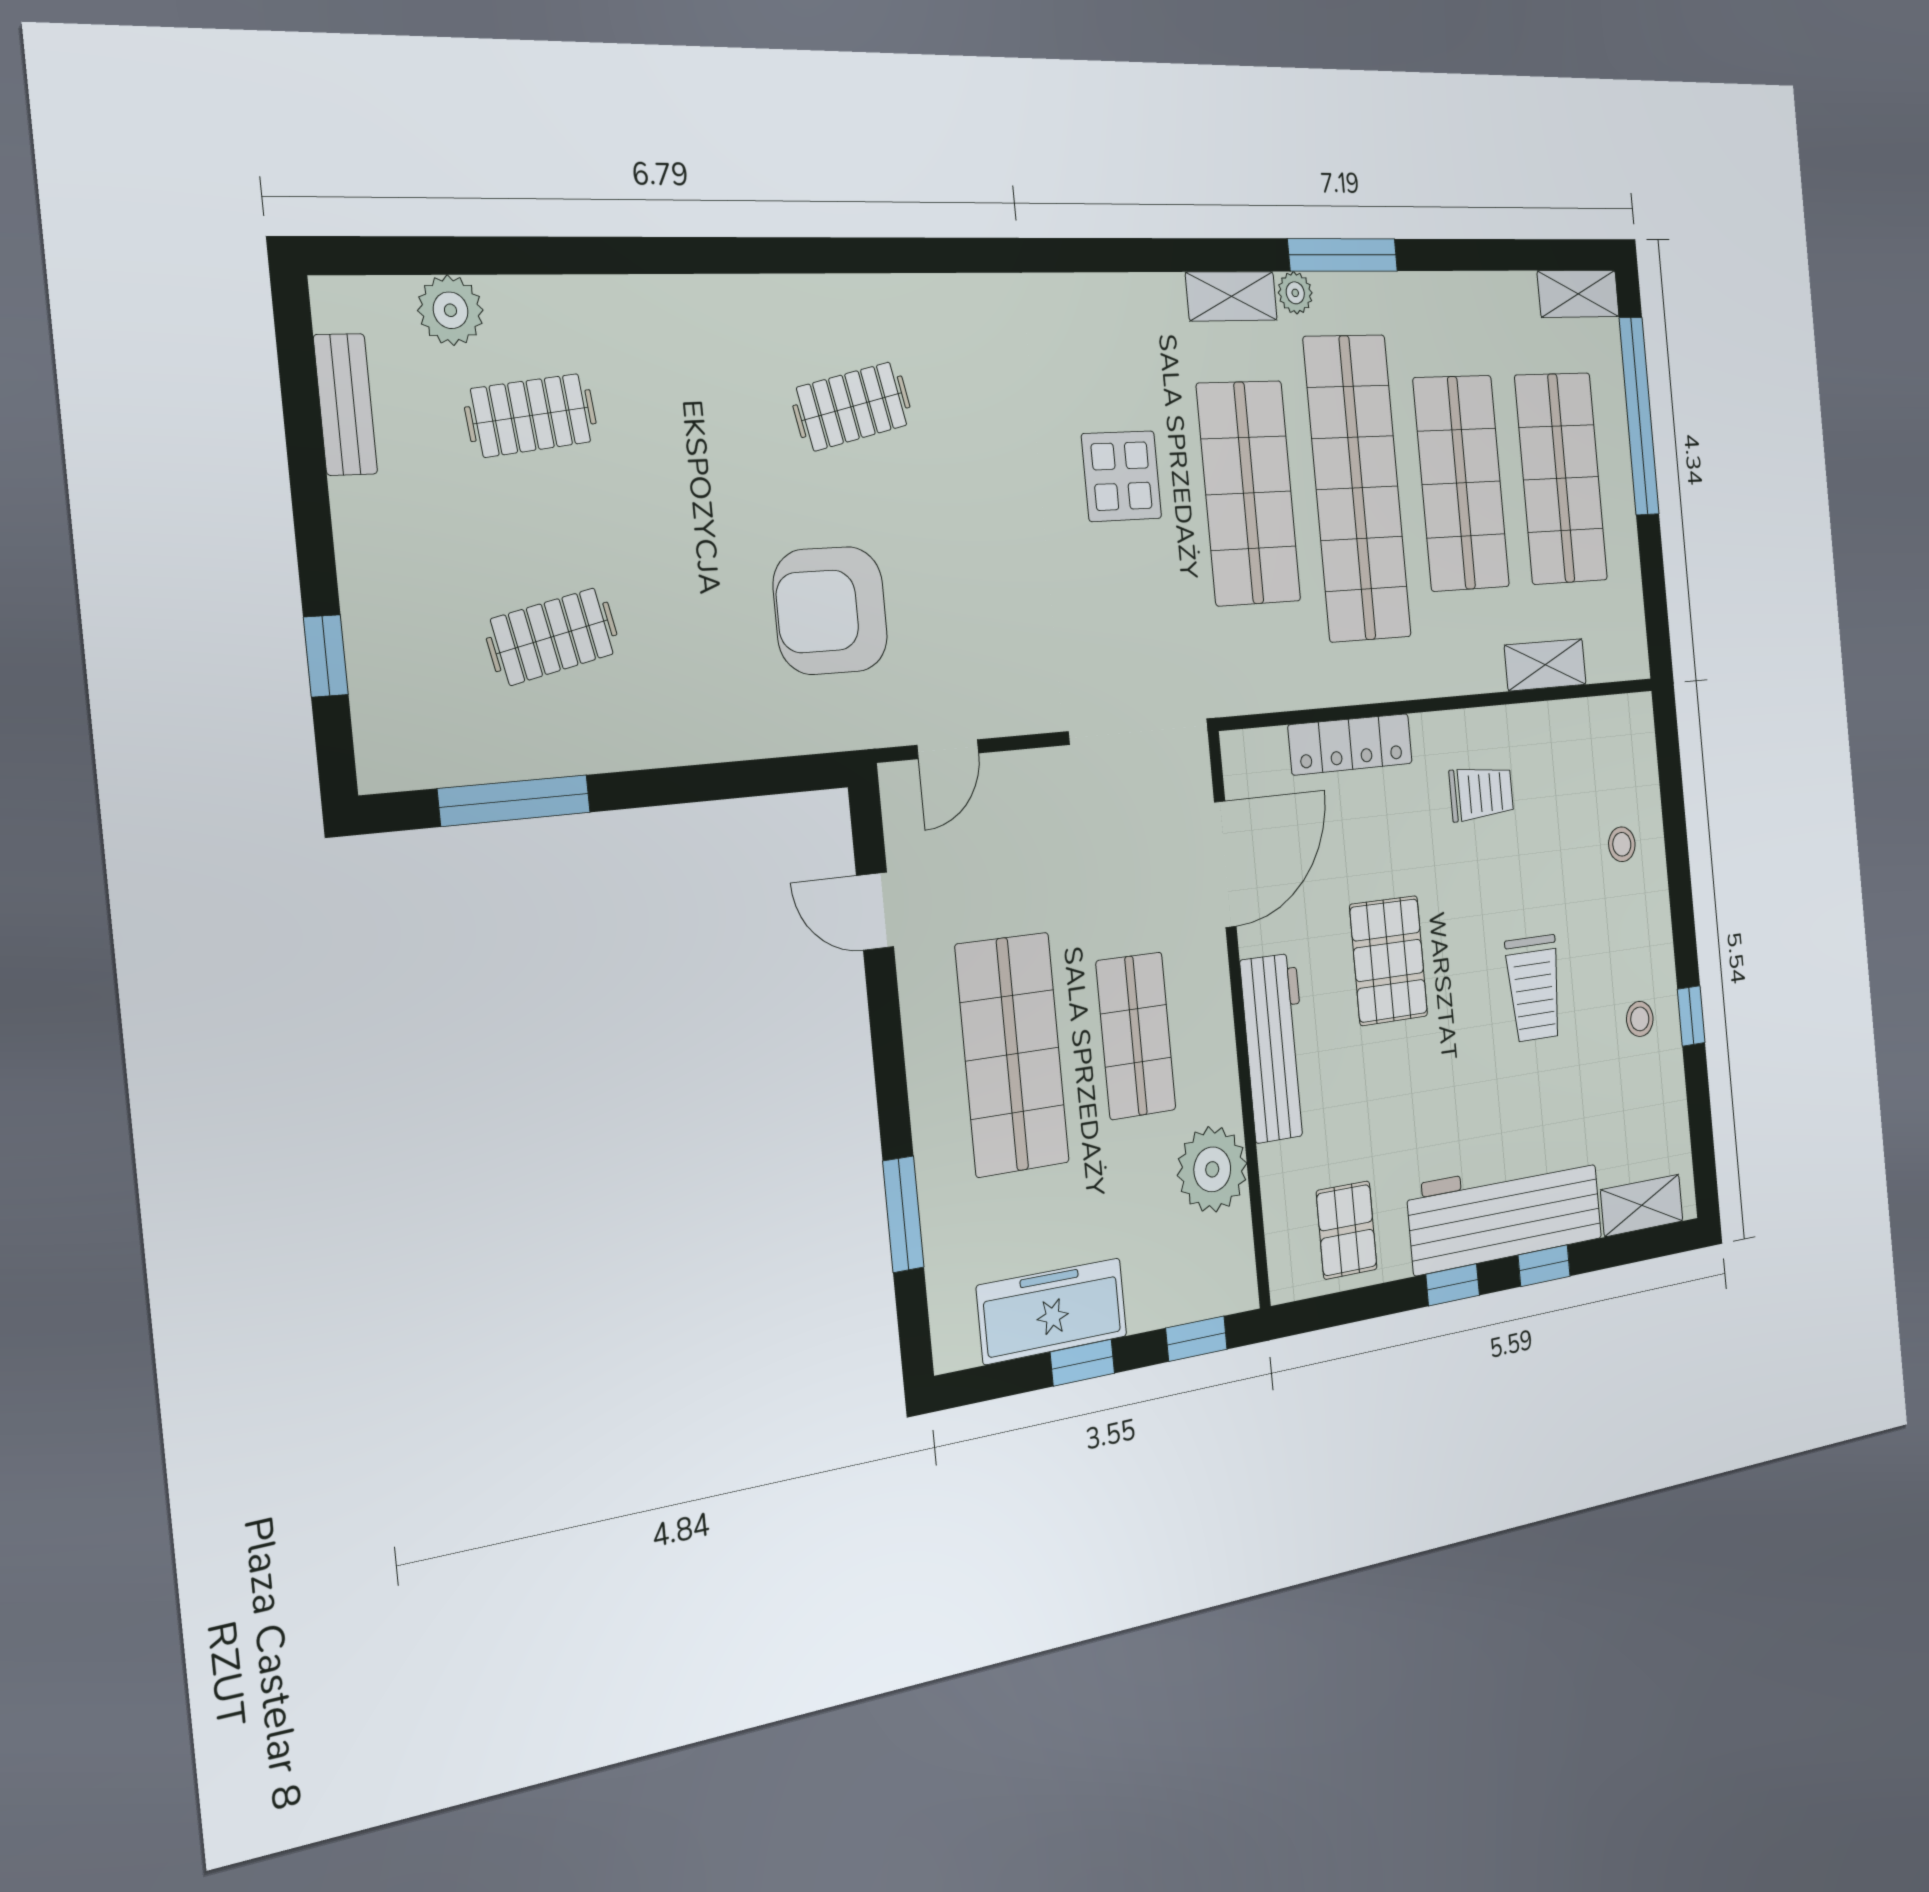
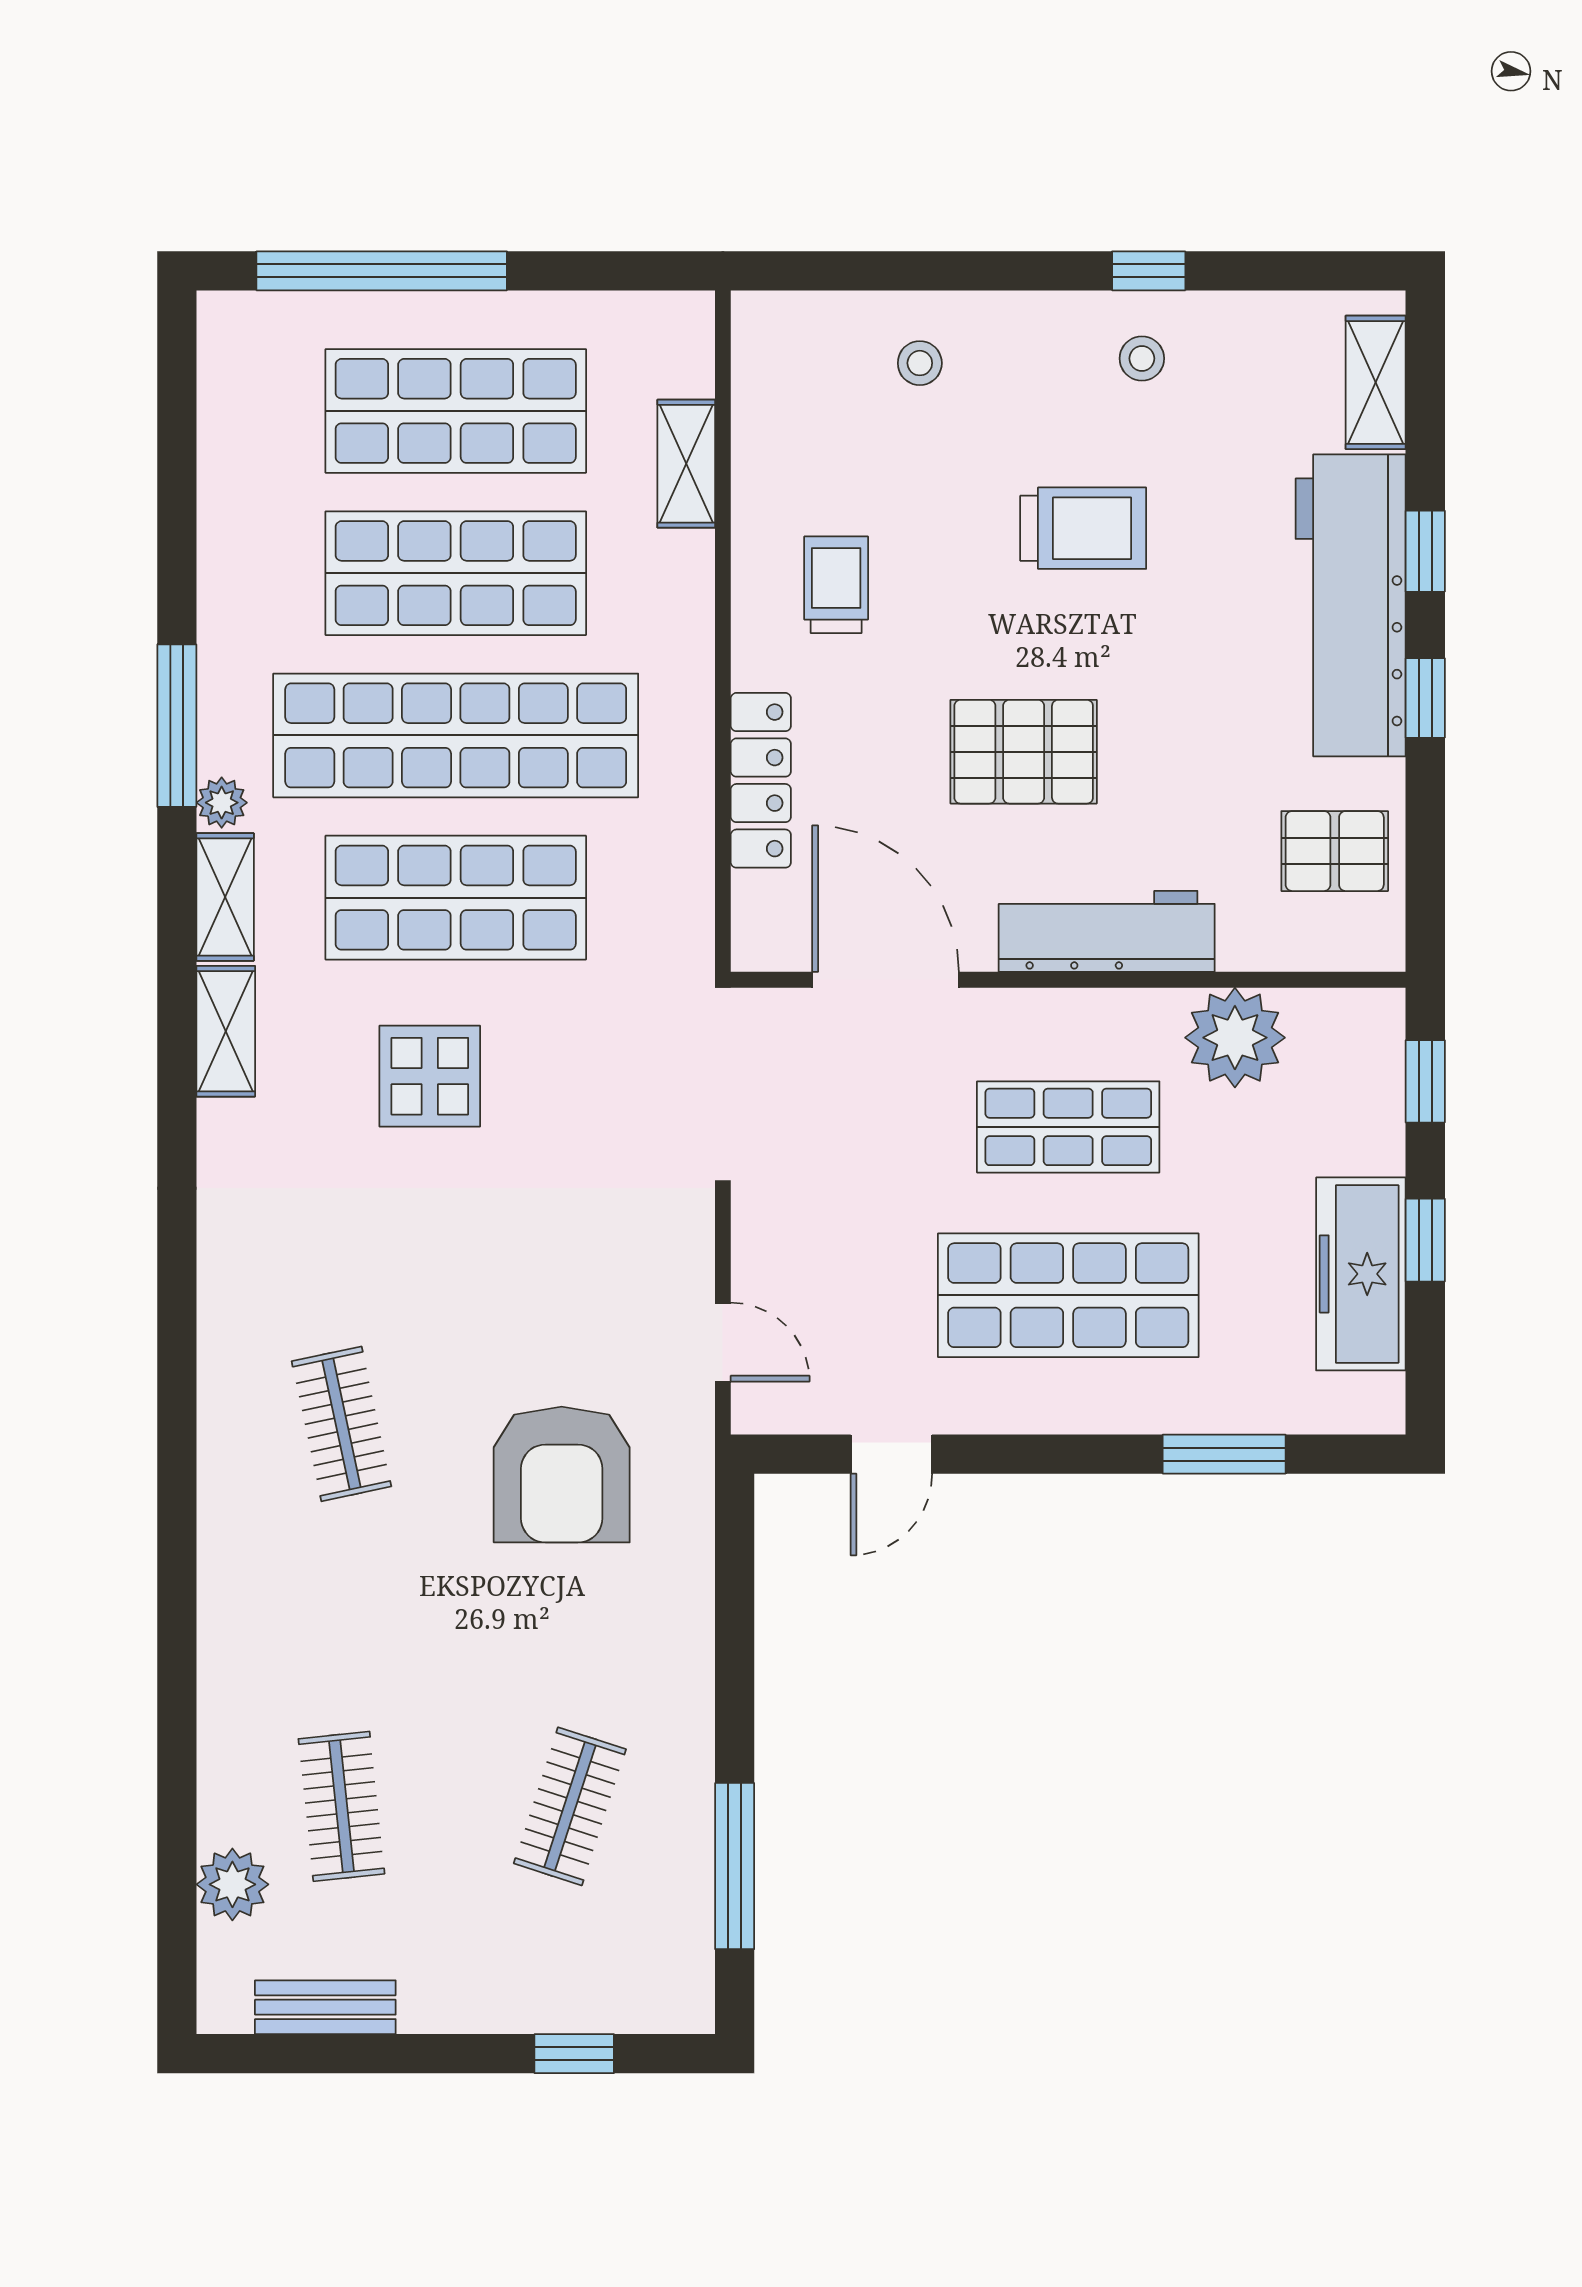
shelving: (1578, 294) -> (226, 1031), moved
clothes rail: (552, 637) -> (570, 1806), turned 30

